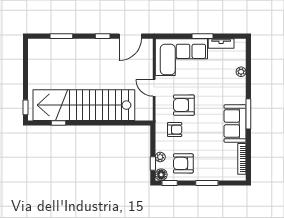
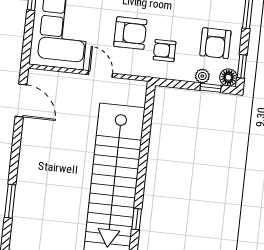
window: (103, 36) -> (17, 141), removed
door: (154, 88) -> (100, 74), swing flipped
armchair: (184, 105) -> (130, 33), turned -90
armchair: (175, 130) -> (165, 51), turned -90

